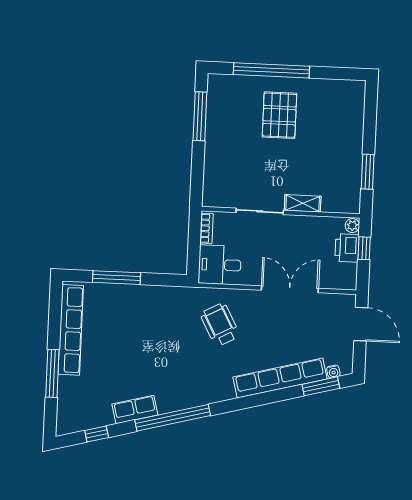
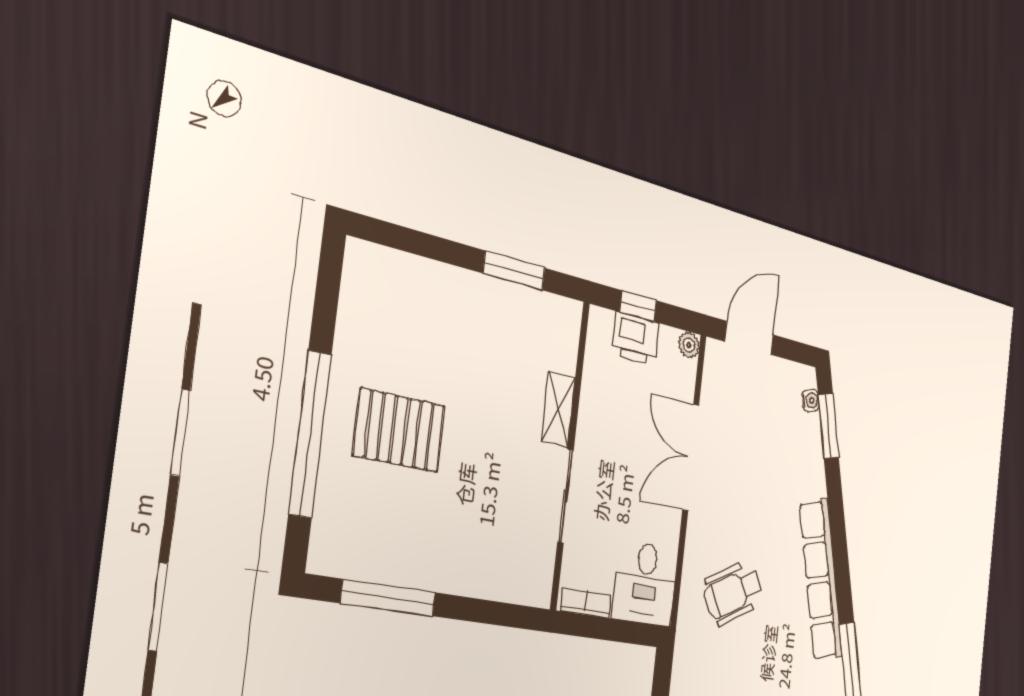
plant: (352, 226) -> (689, 345), moved
row of seats: (280, 378) -> (821, 580), moved

